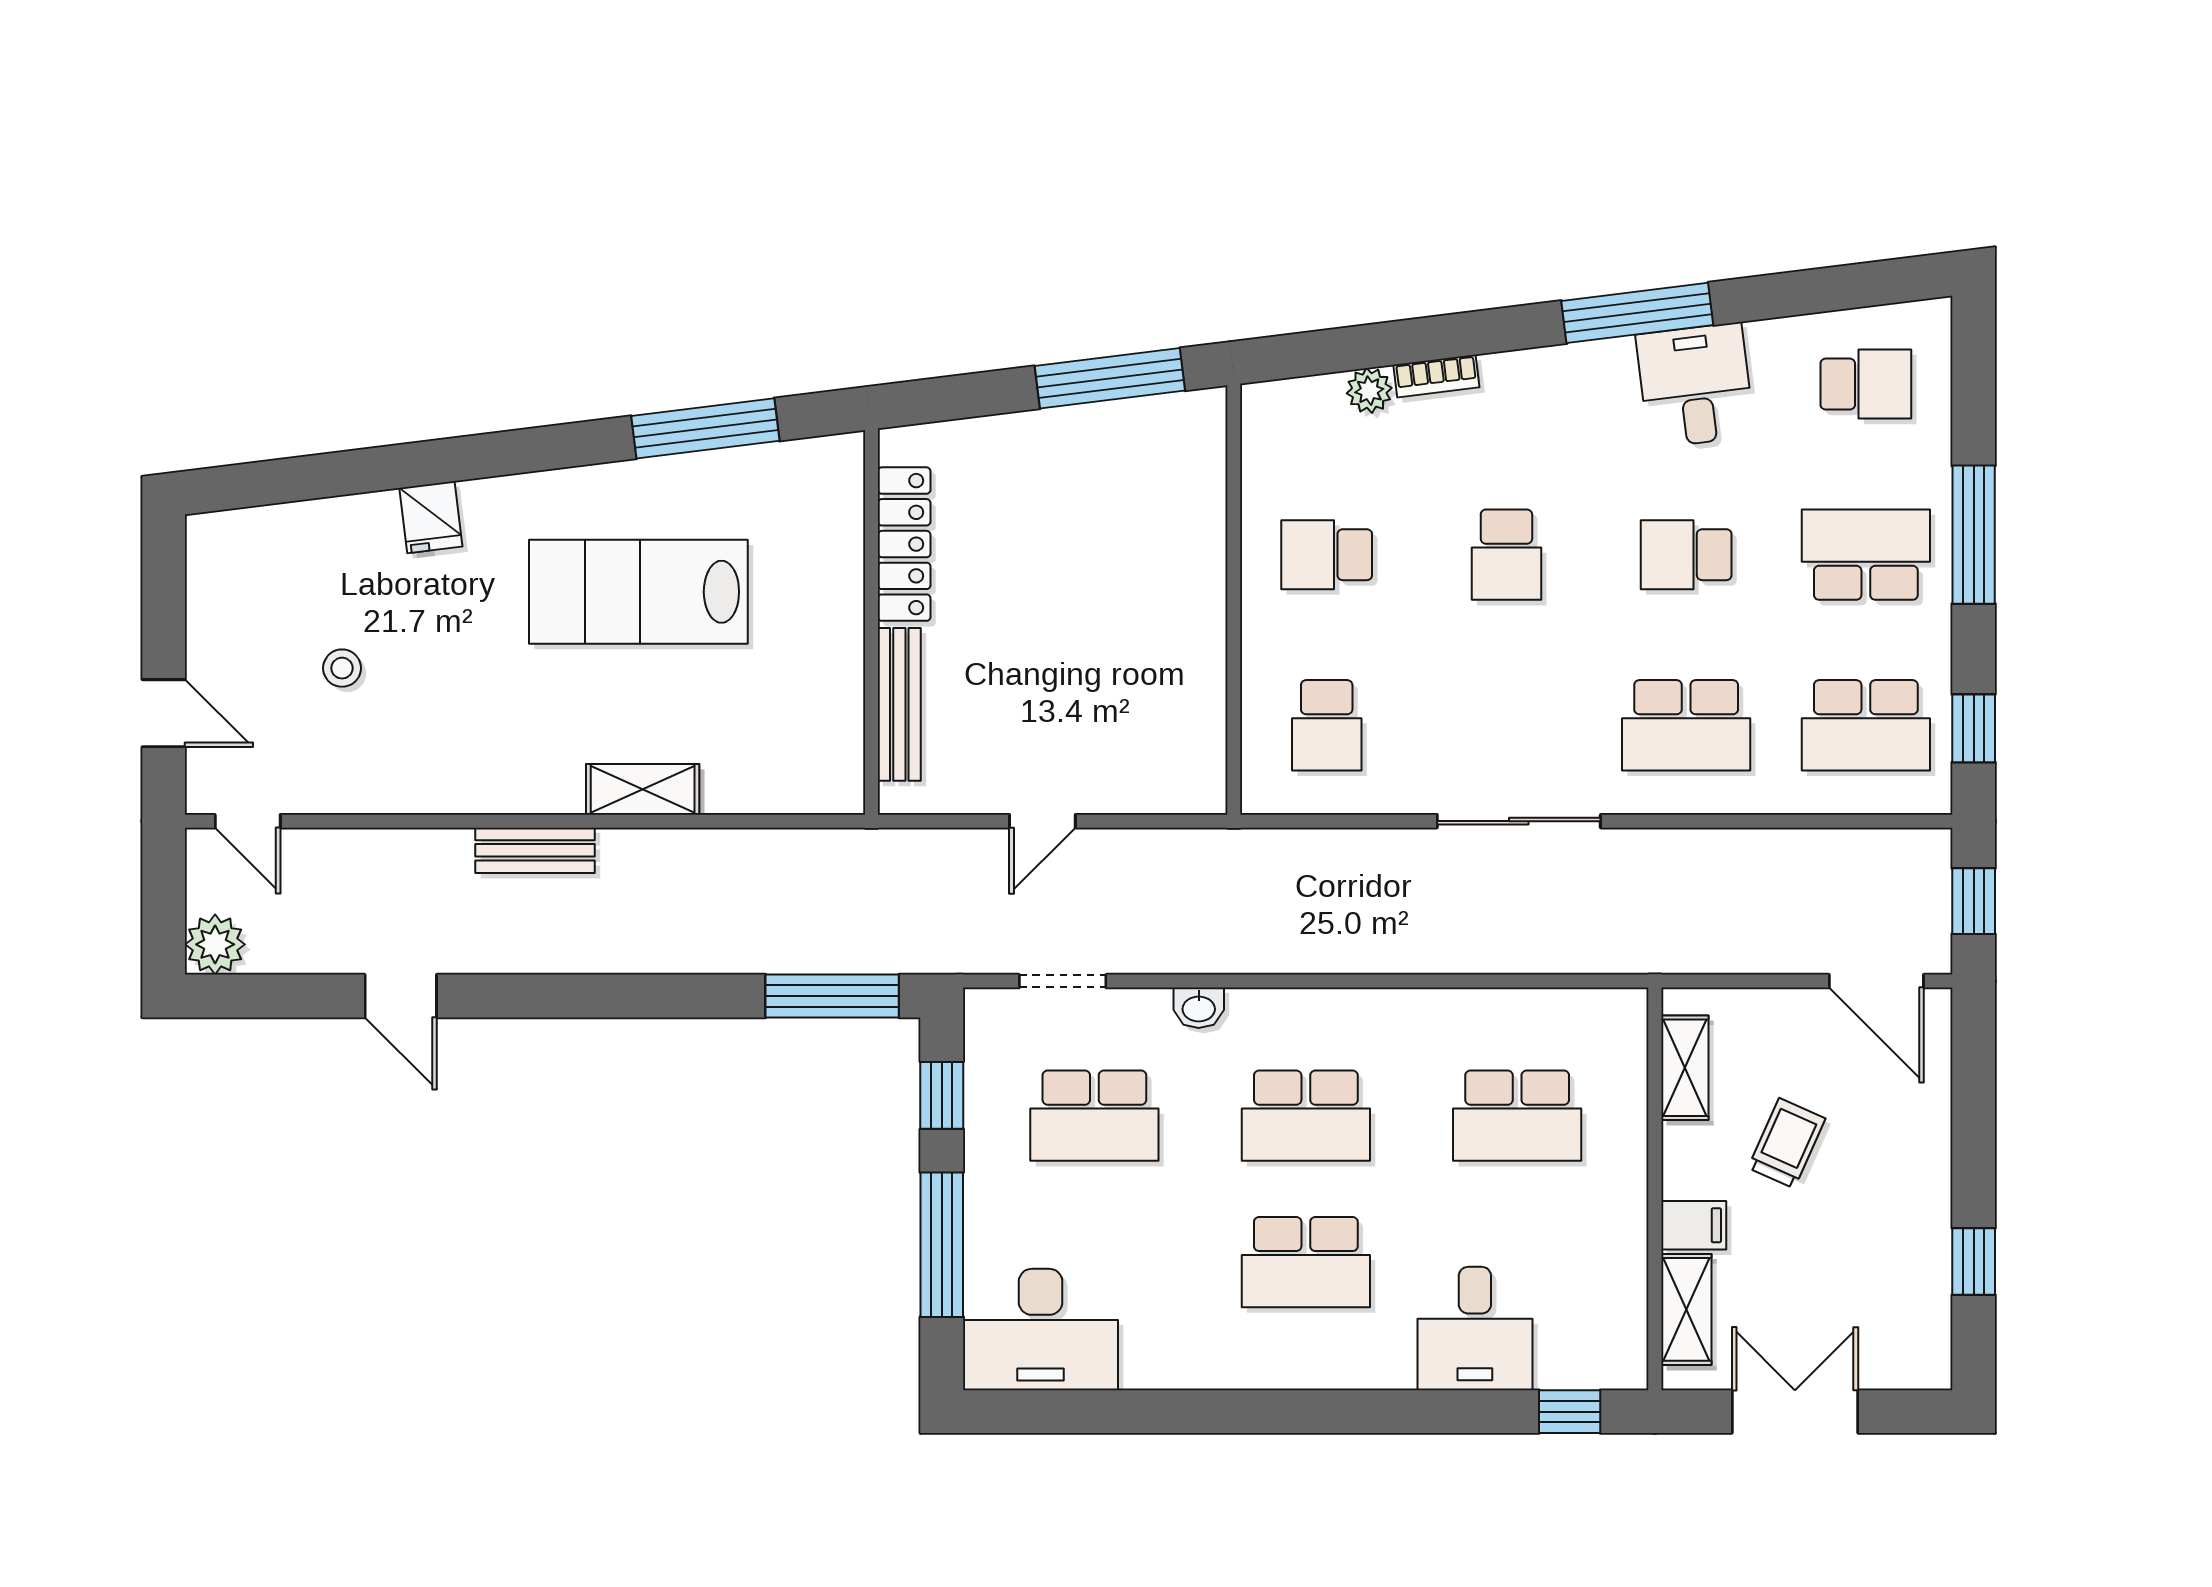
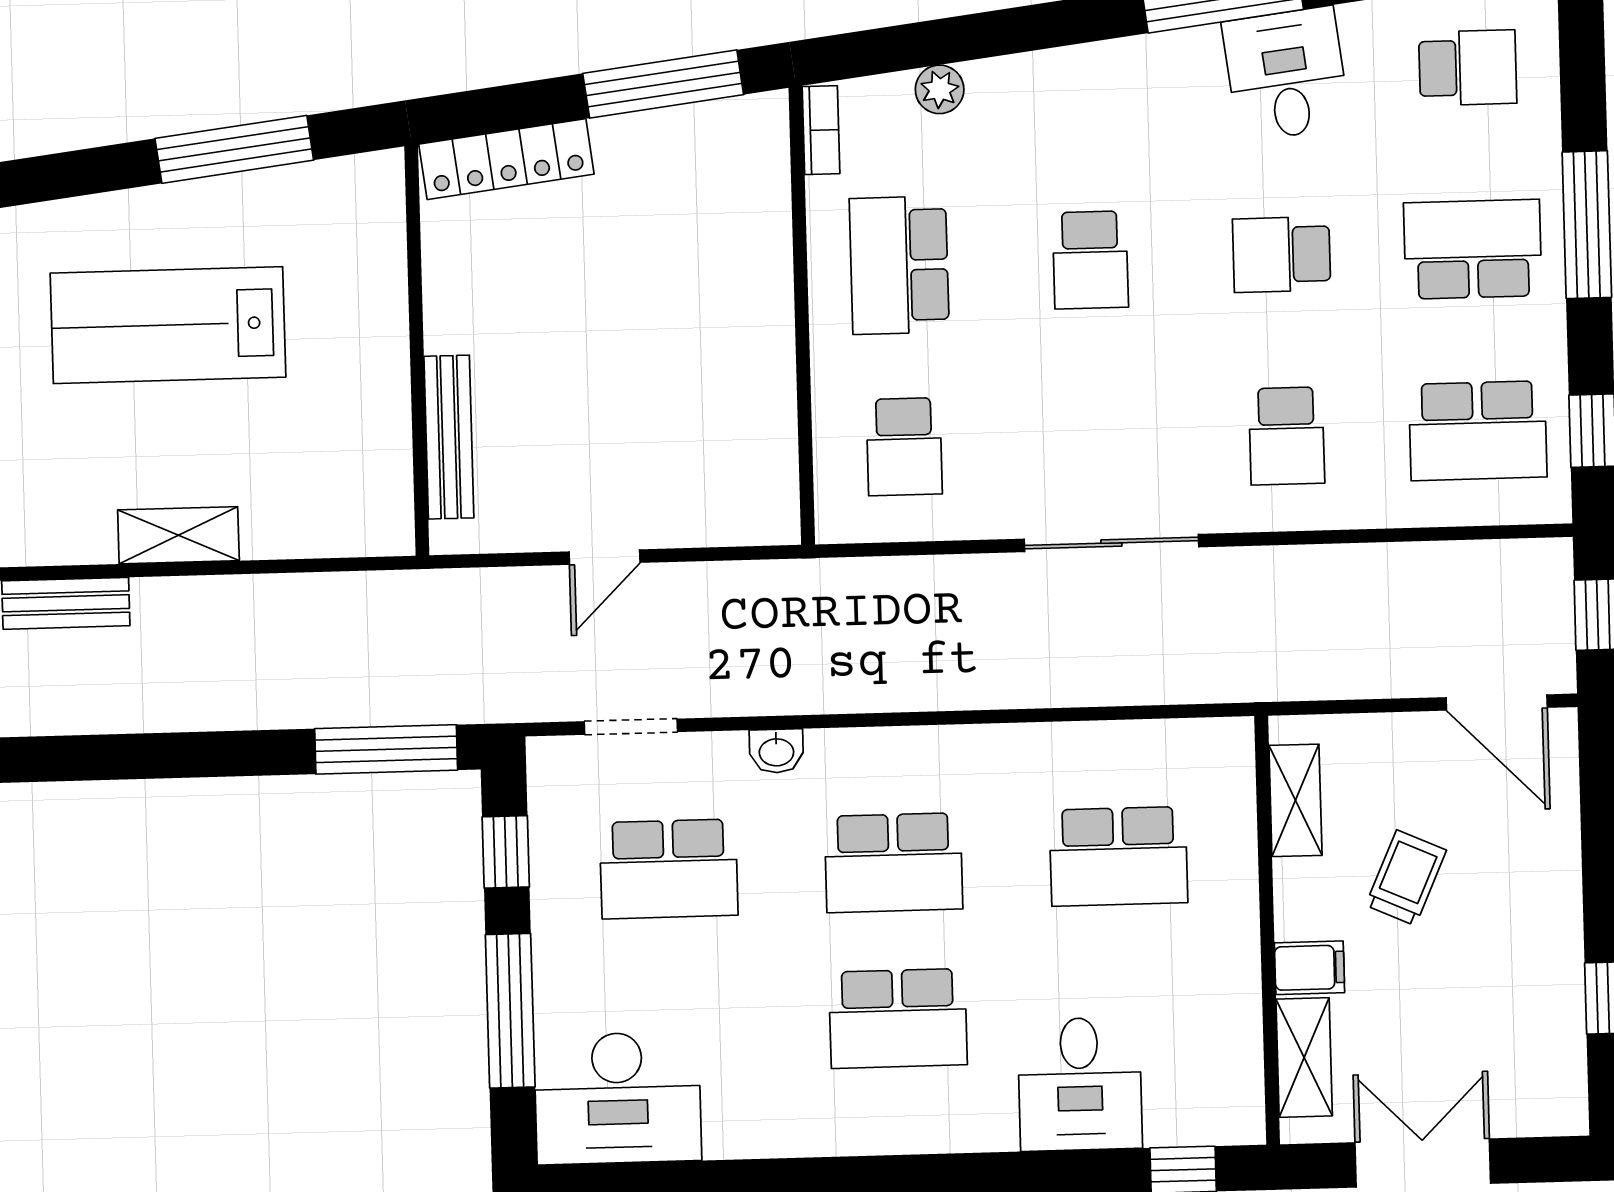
bookcase: (1436, 376) -> (821, 130), moved, turned -83
locker: (904, 544) -> (506, 159), moved, turned 83
school desk: (1327, 555) -> (899, 265), width x1.85
school desk: (1686, 725) -> (1287, 436), width x0.54

